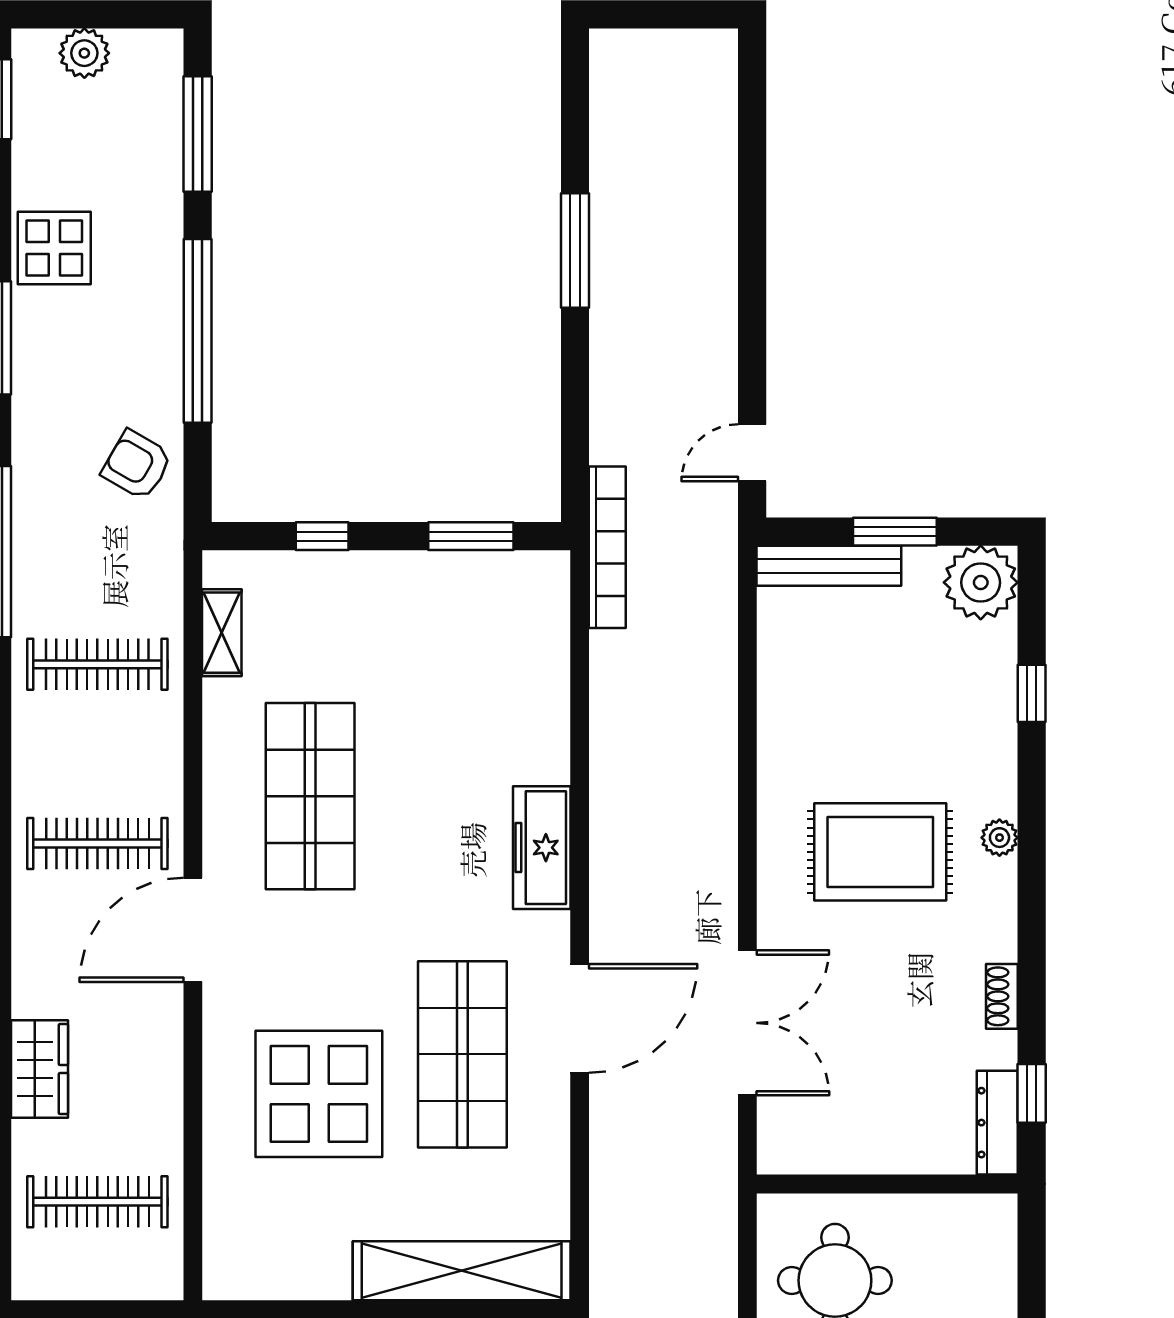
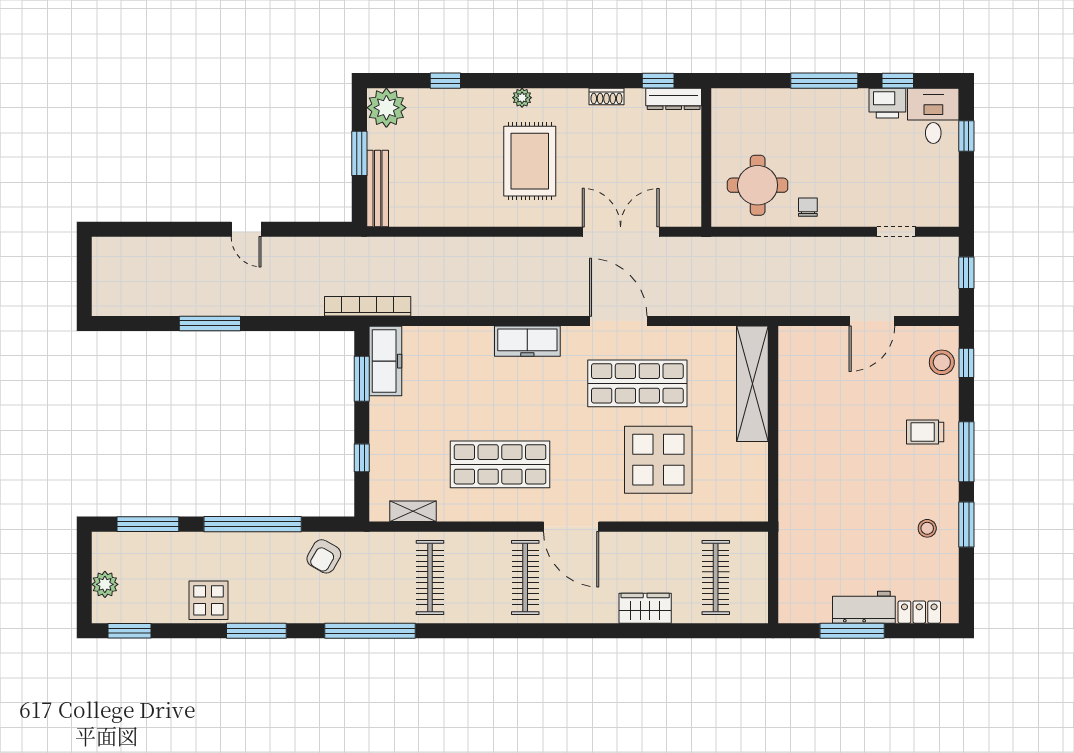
door: (752, 453) -> (246, 229), moved
freezer: (504, 581) -> (385, 361), added

